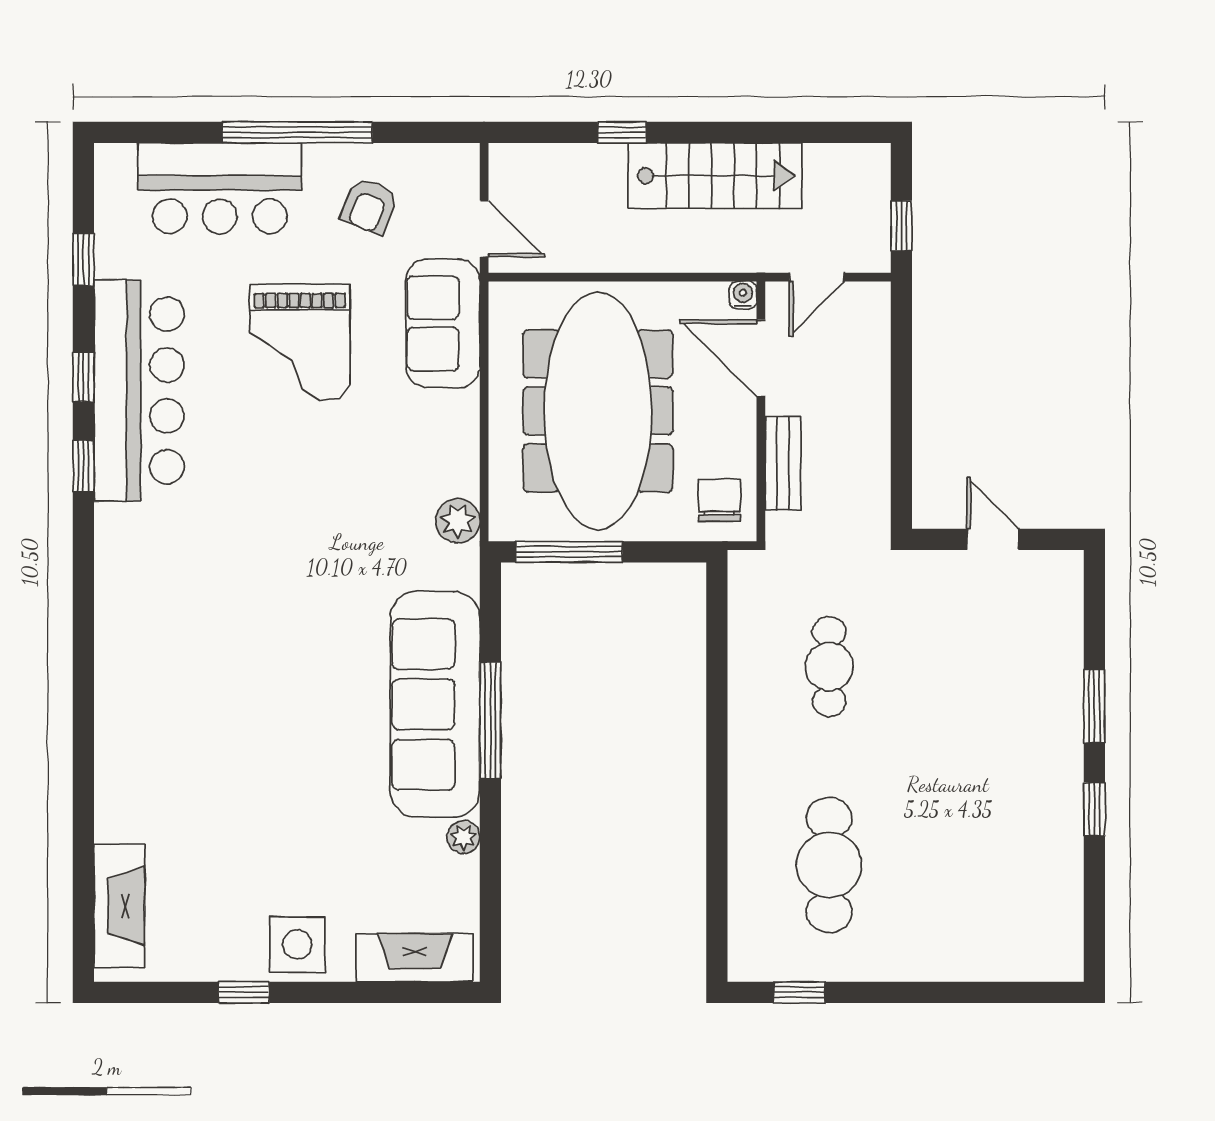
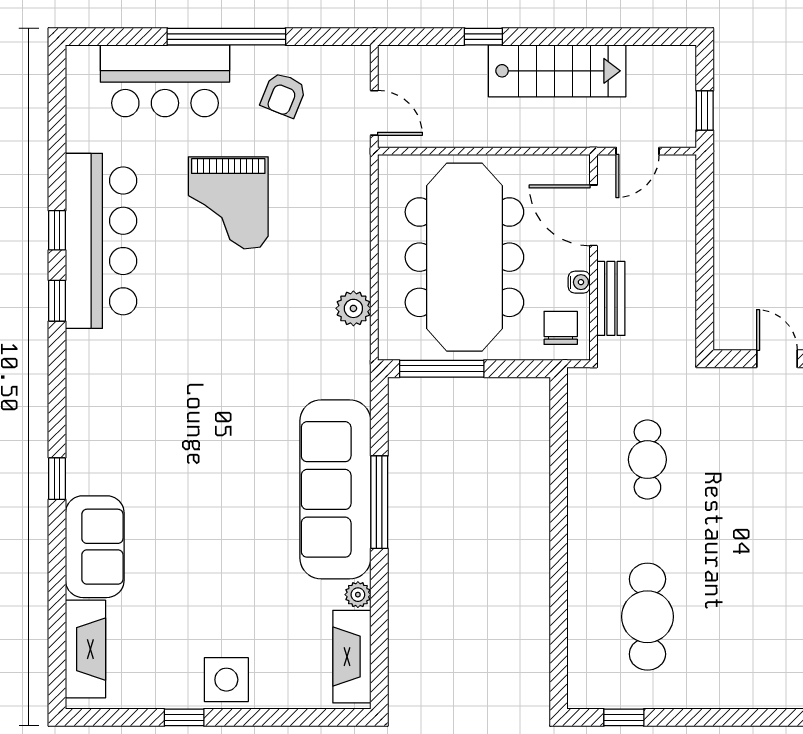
window: (83, 260) -> (57, 479), moved
water cooler: (743, 295) -> (579, 282), moved, turned 90
sofa: (443, 323) -> (95, 547), moved, turned 180
plant: (458, 521) -> (353, 308), moved
fireplace: (415, 958) -> (352, 657), moved, turned -90

